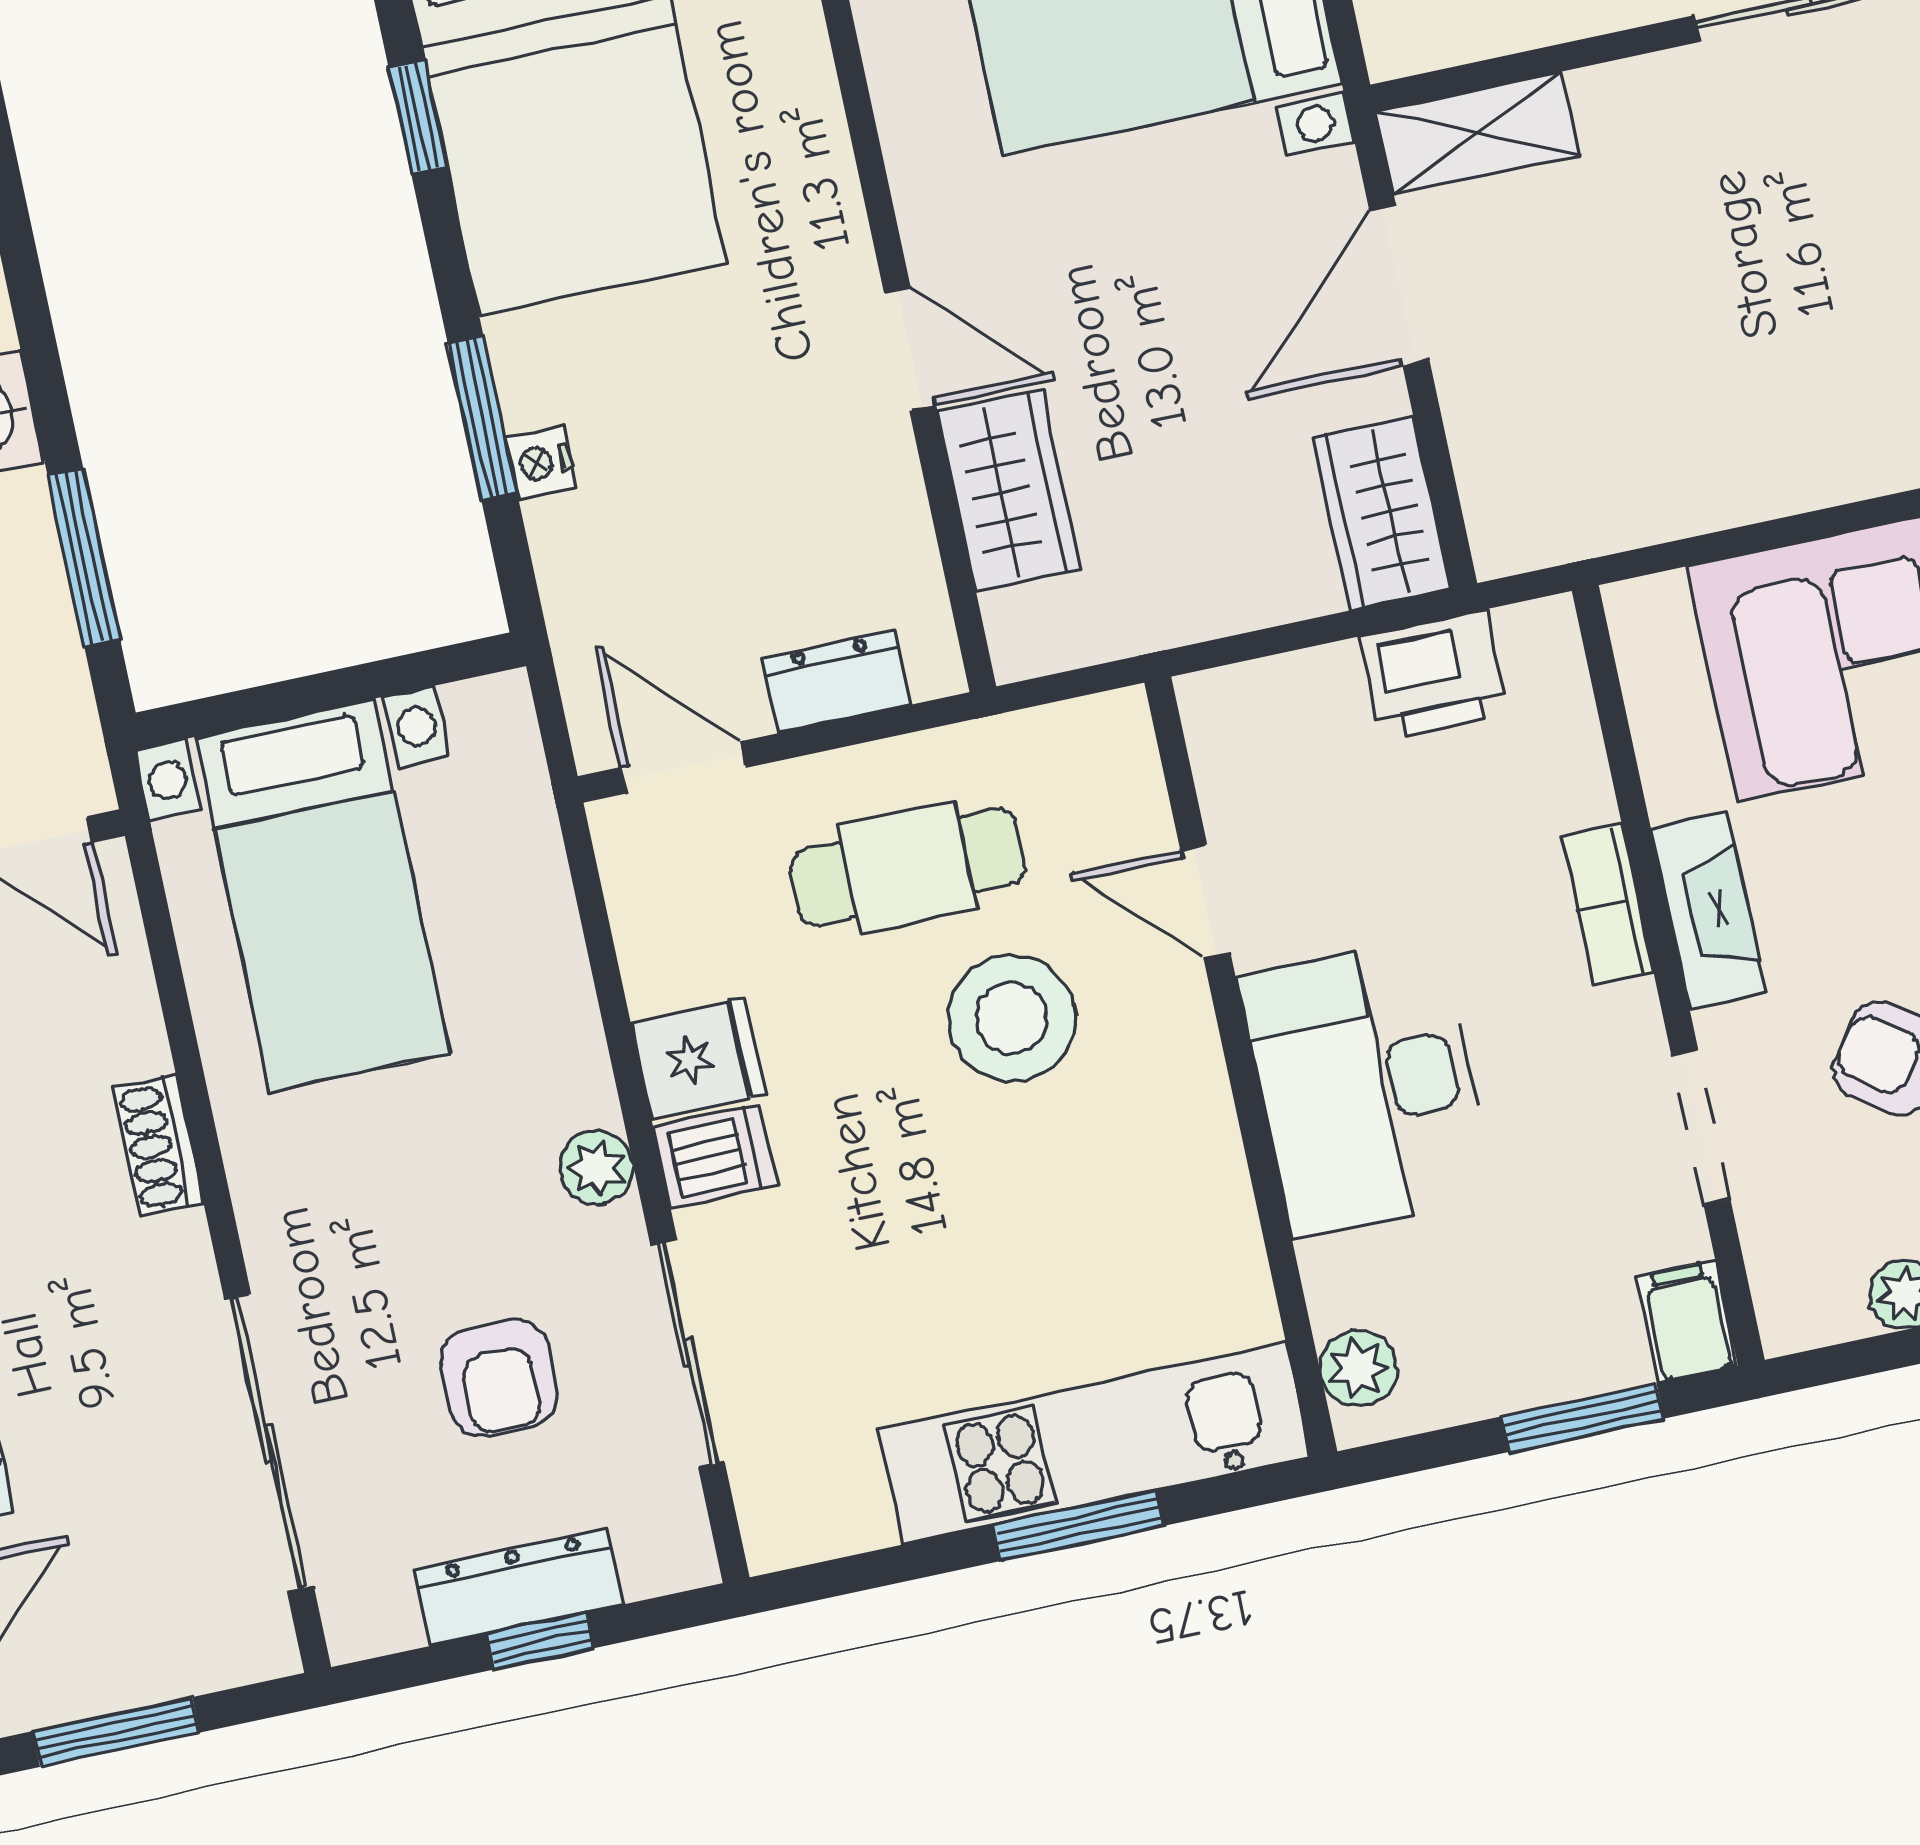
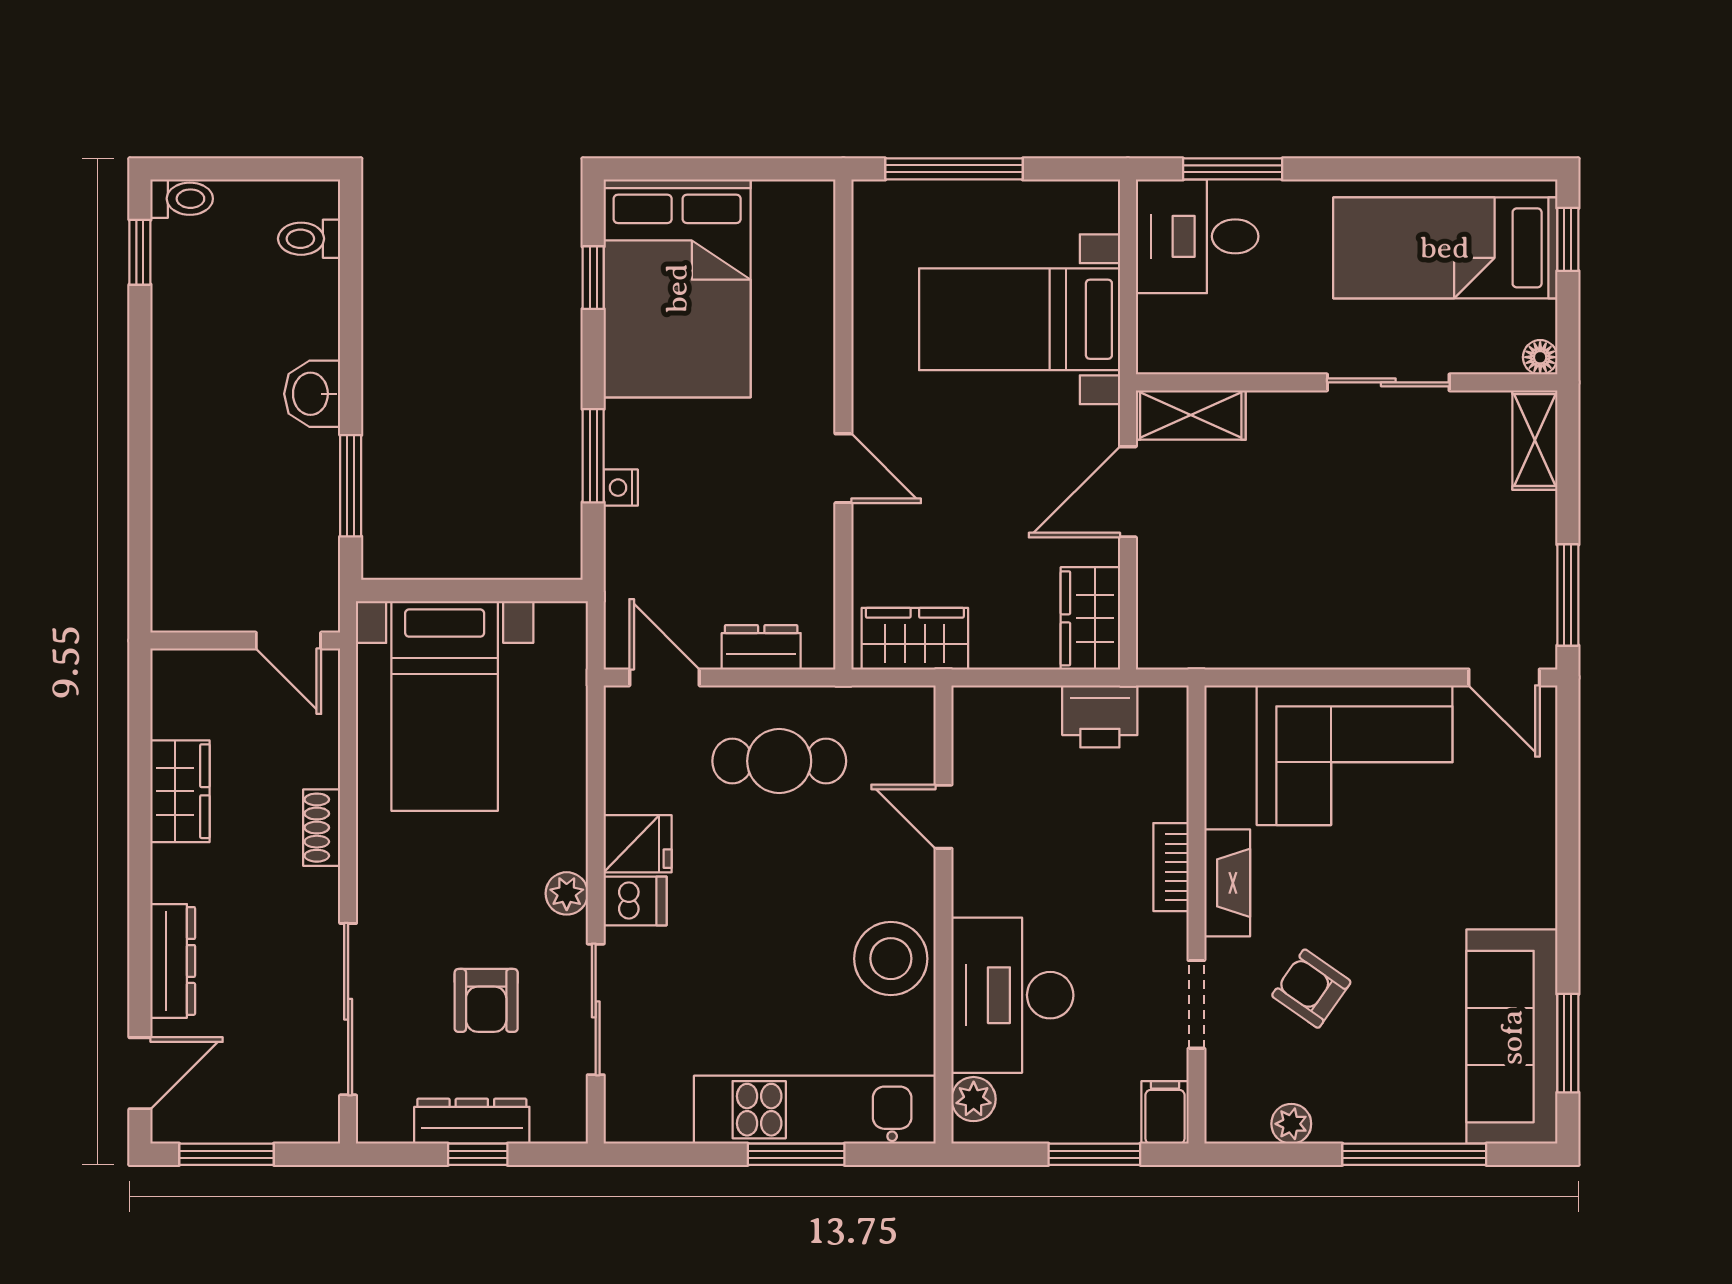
wardrobe: (1009, 491) -> (915, 639), moved, turned -90
stool: (1012, 1018) -> (891, 959), moved
desk: (1367, 1087) -> (1012, 995), moved

